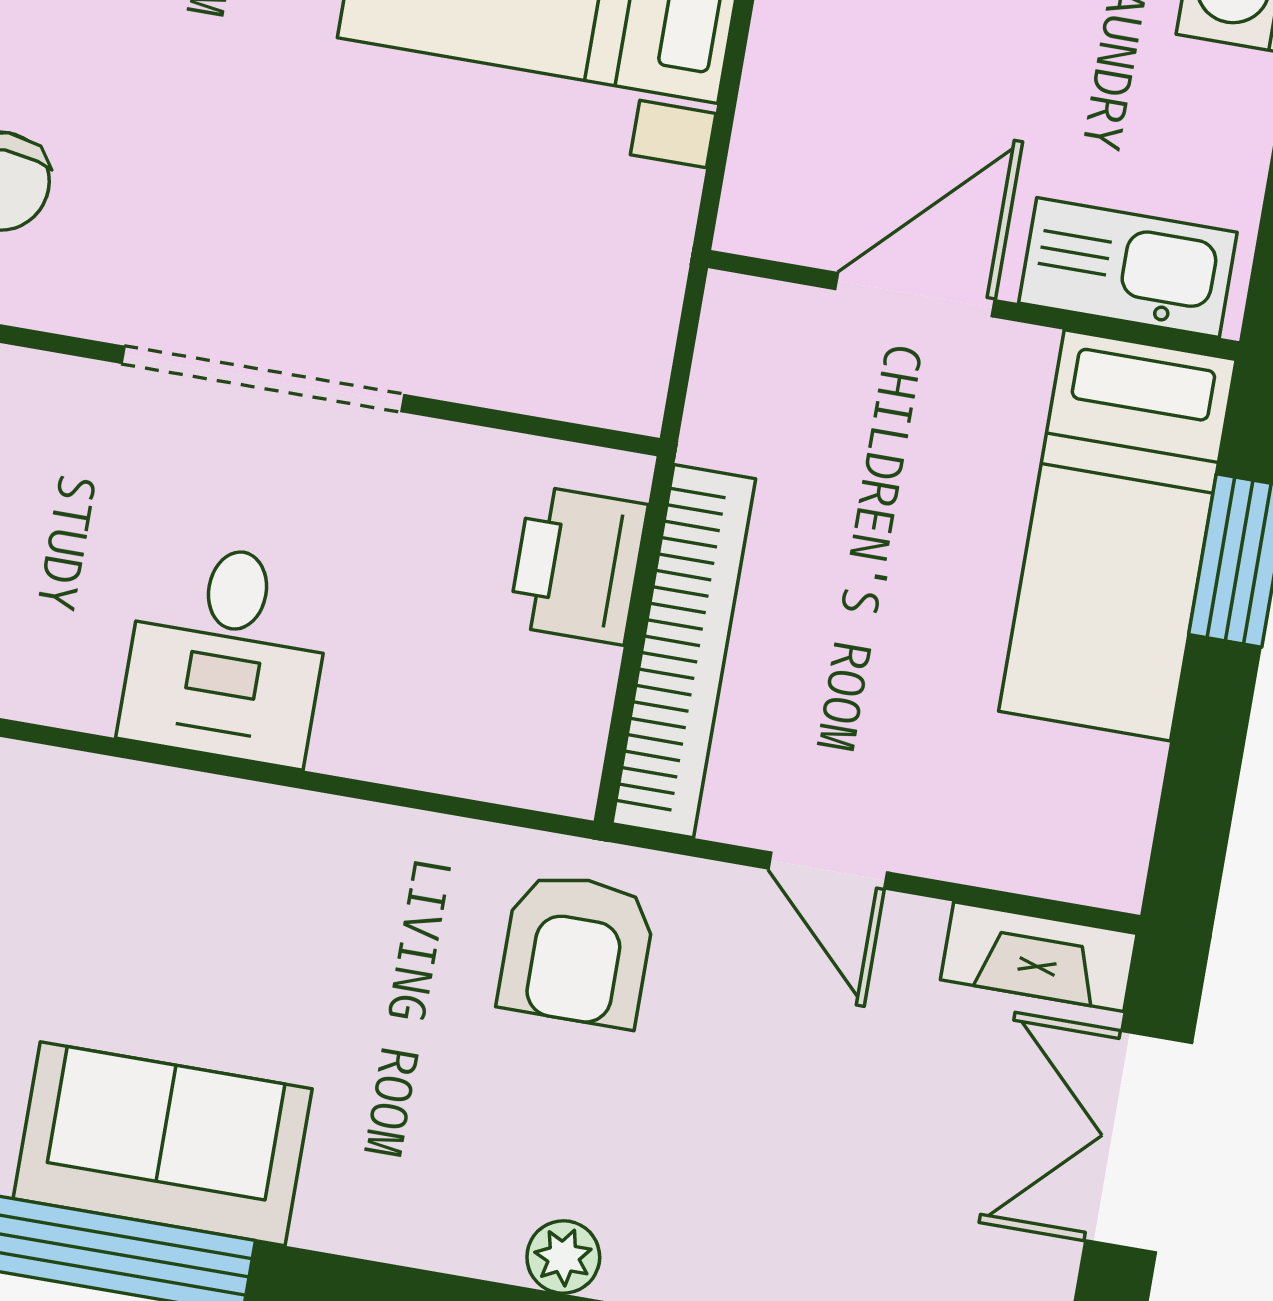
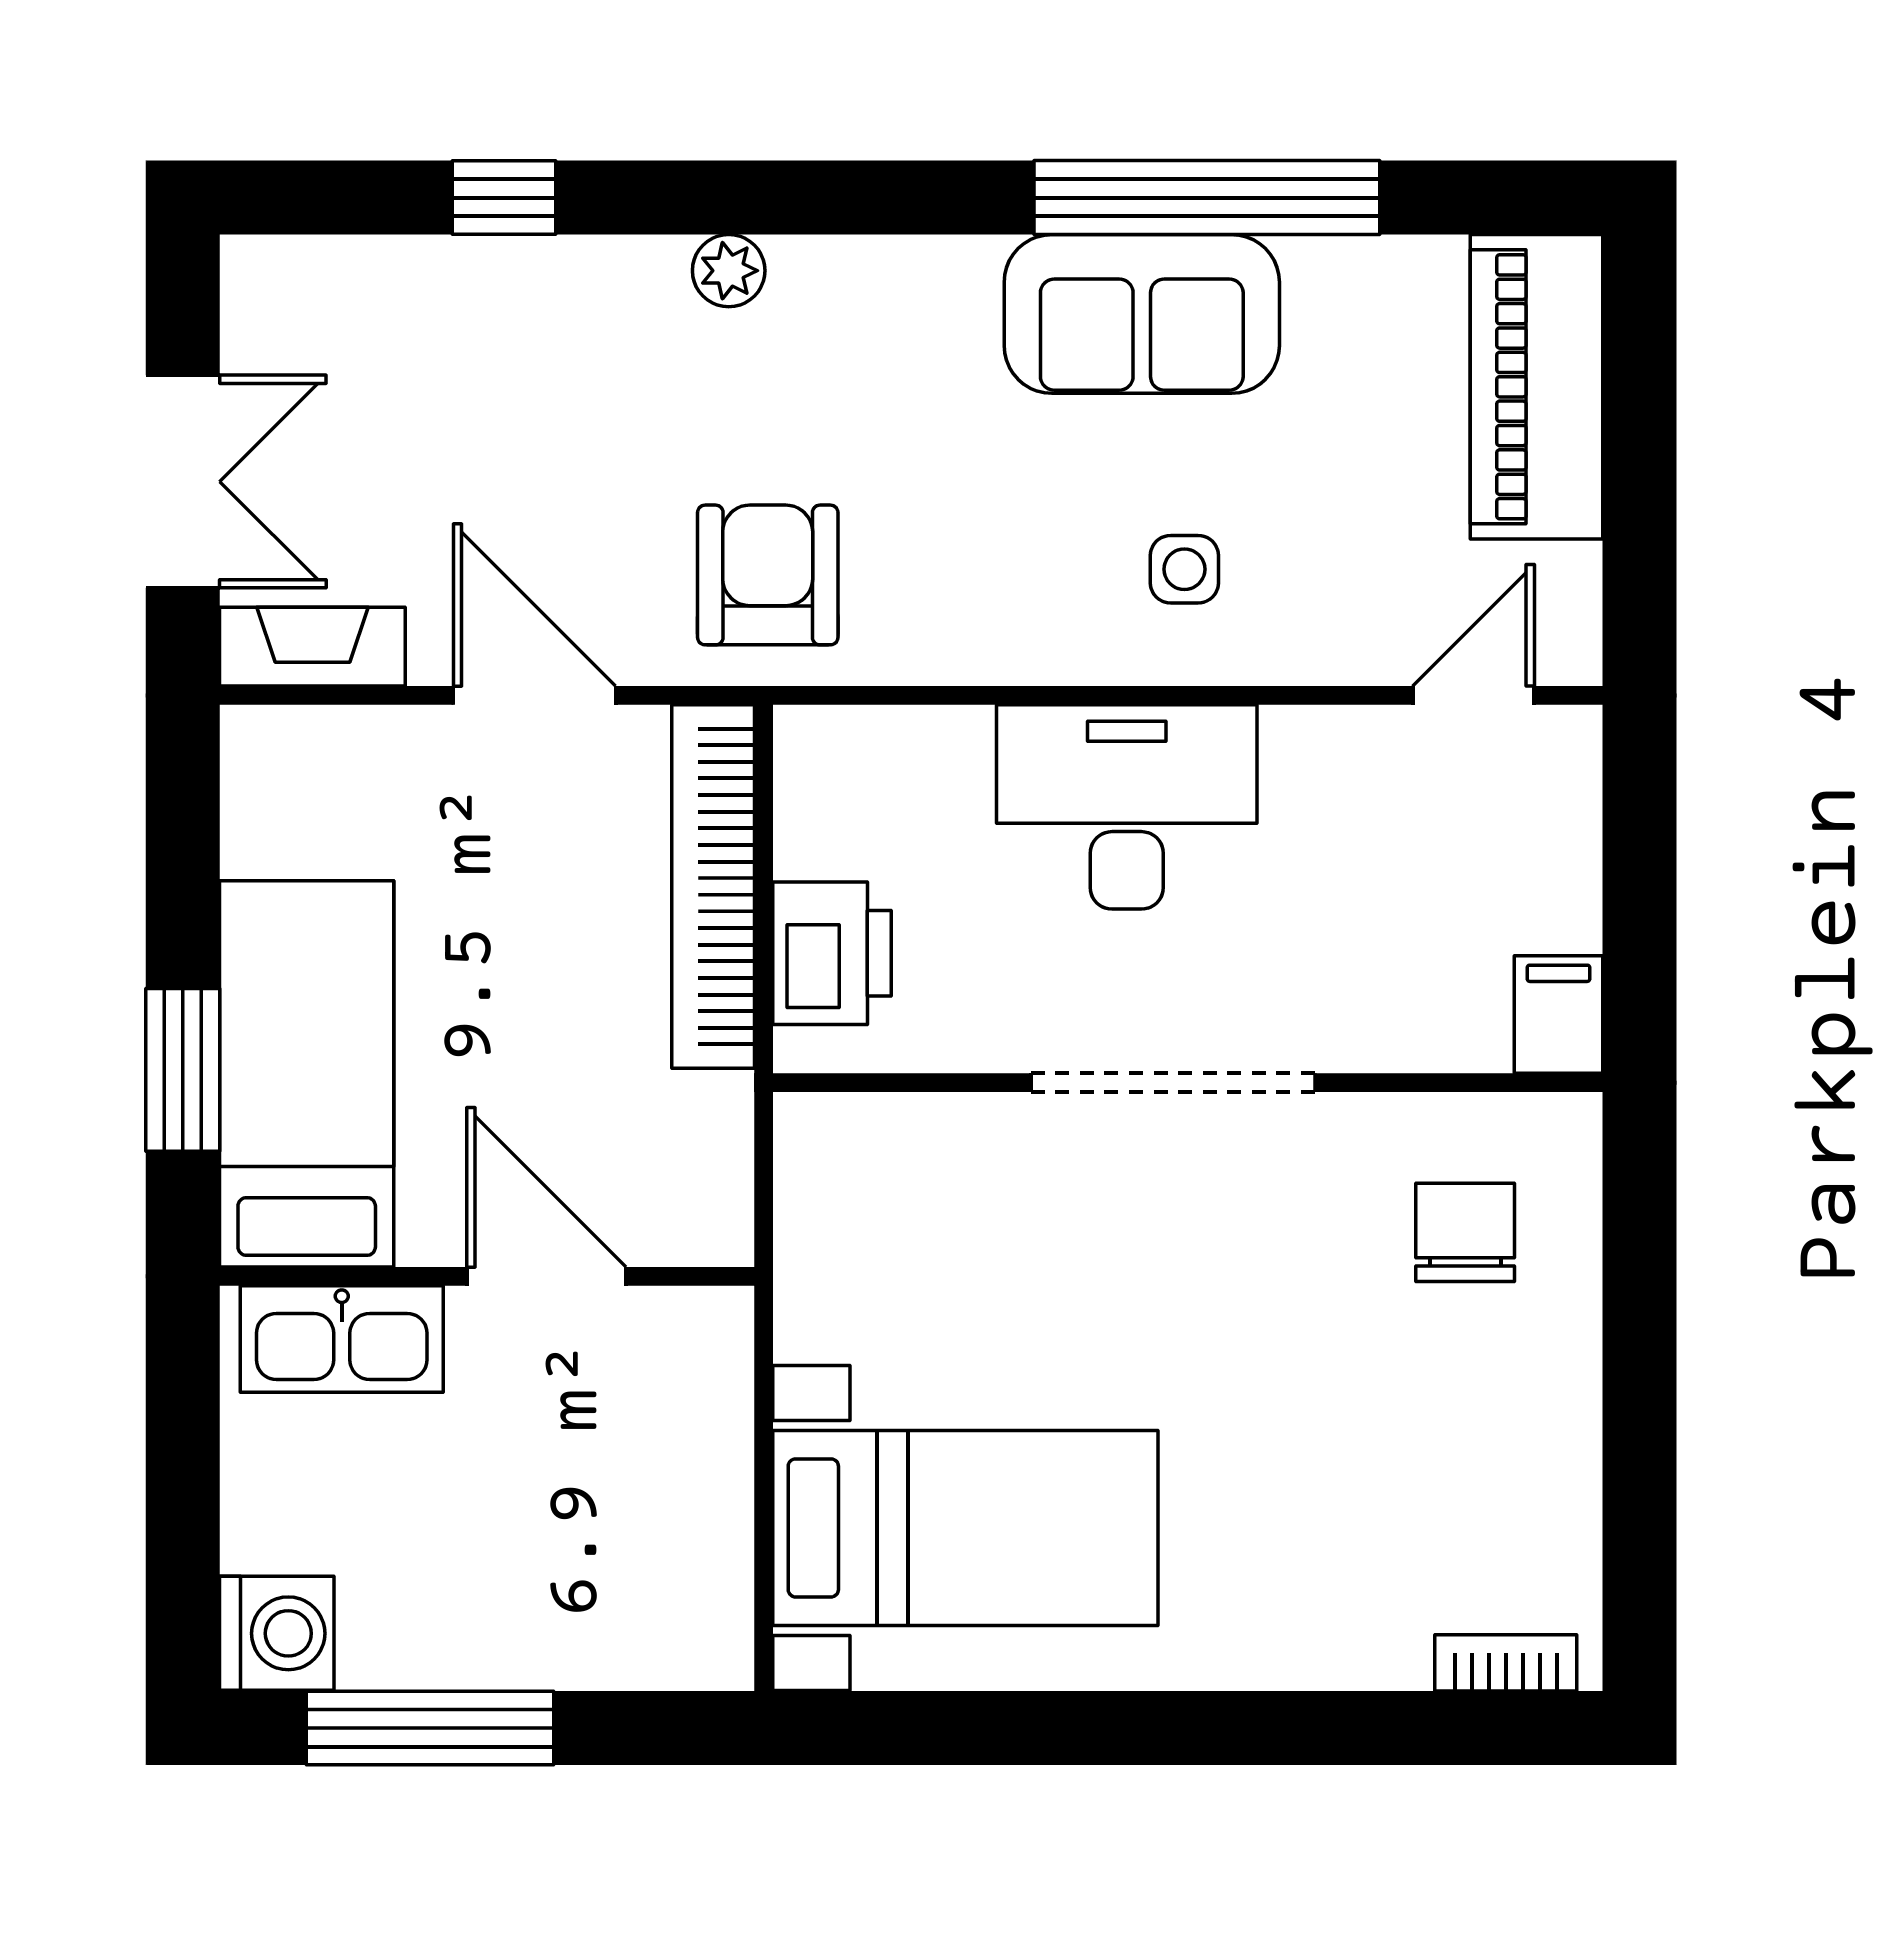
door: (915, 295) -> (546, 1276), swing flipped
desk: (227, 653) -> (1127, 807), width x1.37
door: (828, 870) -> (534, 695), width x1.38
side table: (164, 884) -> (1184, 569), added

